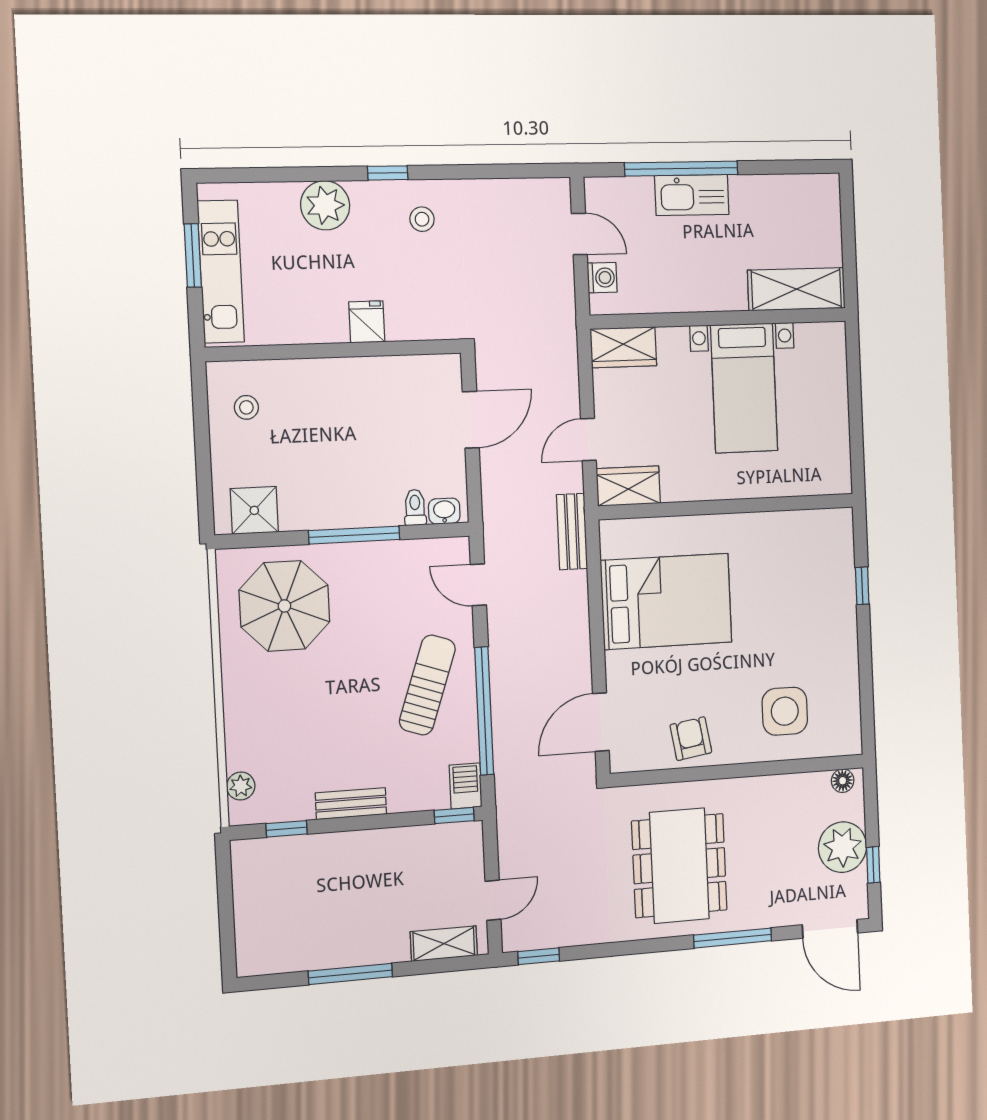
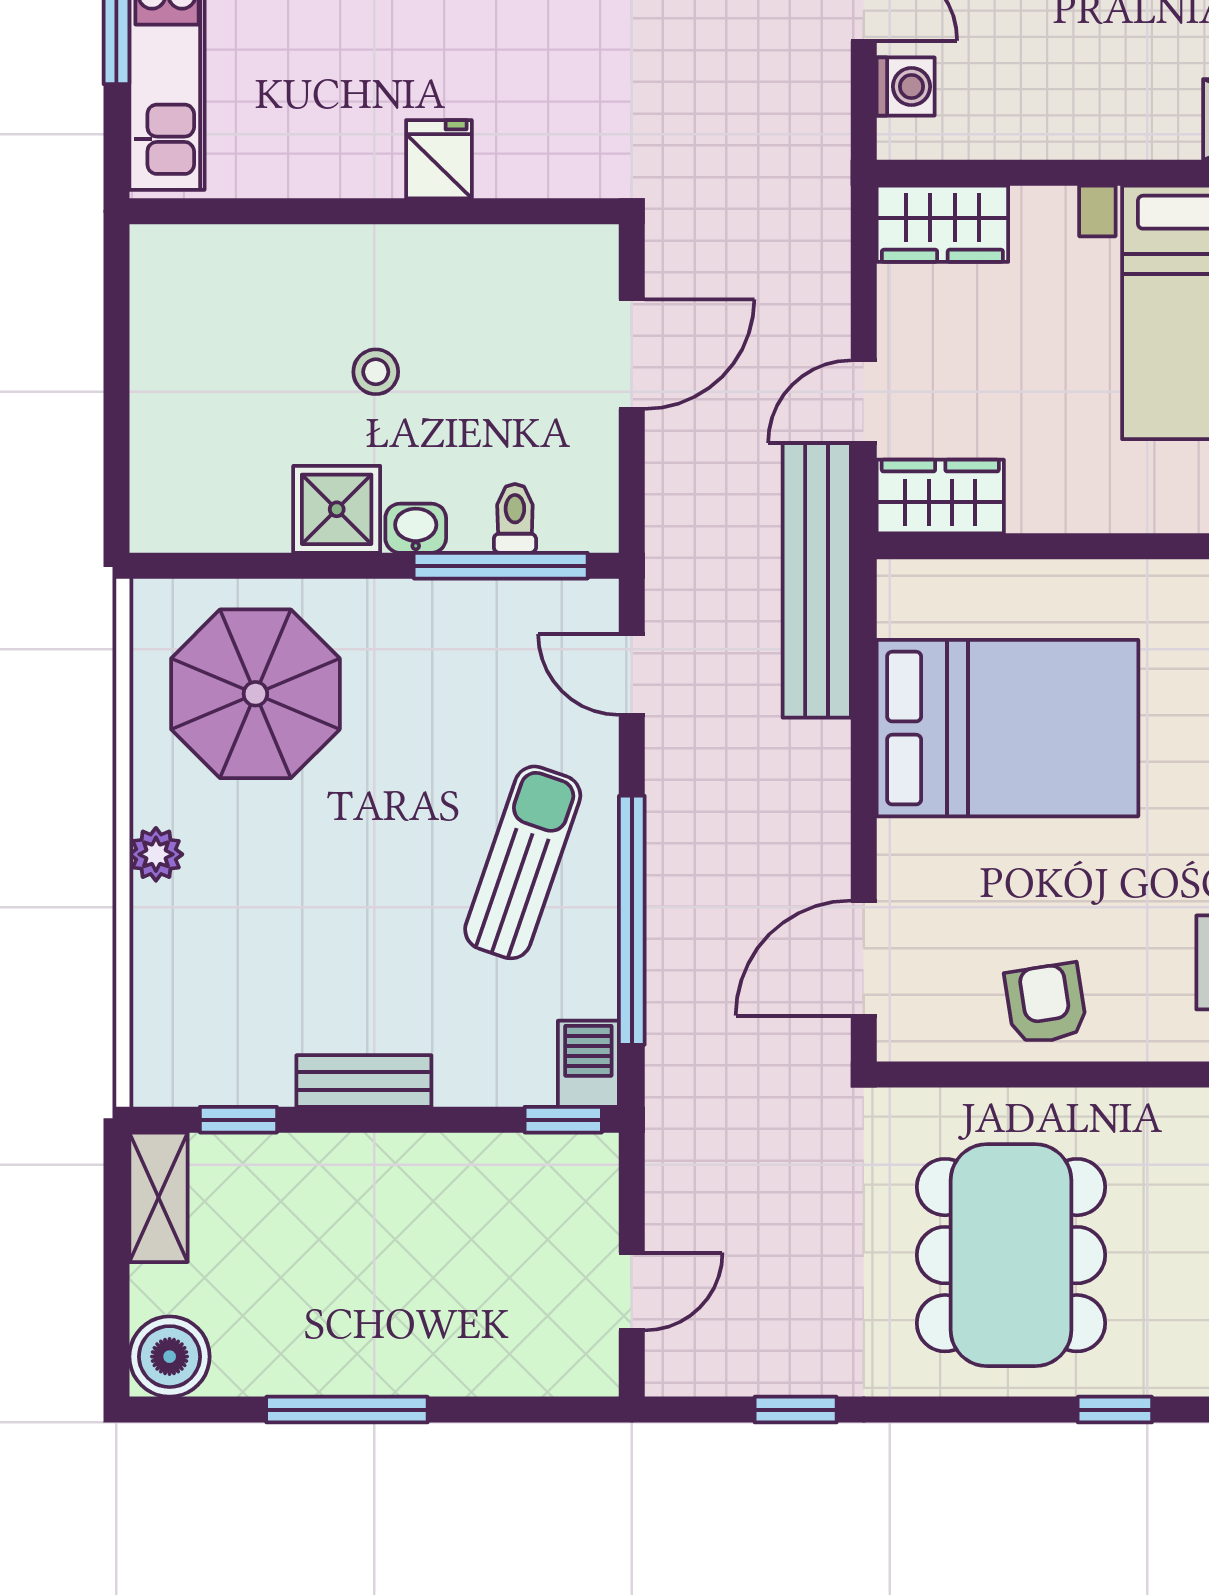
stool: (246, 407) -> (376, 372), moved
shower: (254, 510) -> (337, 509), moved
washbasin: (444, 511) -> (416, 528), moved
bench: (572, 532) -> (817, 580), width x1.86, depth x1.21
window: (354, 535) -> (501, 566), moved
plant: (241, 786) -> (156, 854), moved
window: (733, 938) -> (1115, 1410), width x0.46
shelving: (444, 944) -> (158, 1197), moved, turned 90
boiler: (256, 955) -> (170, 1357), added
window: (539, 956) -> (796, 1410), moved

